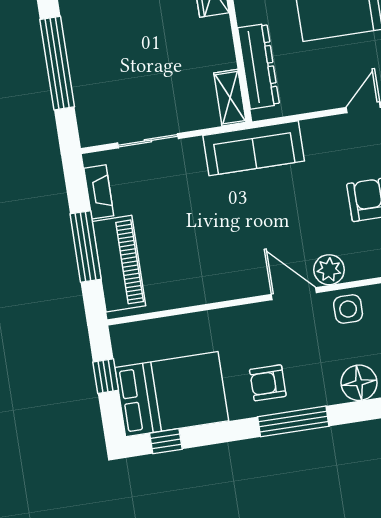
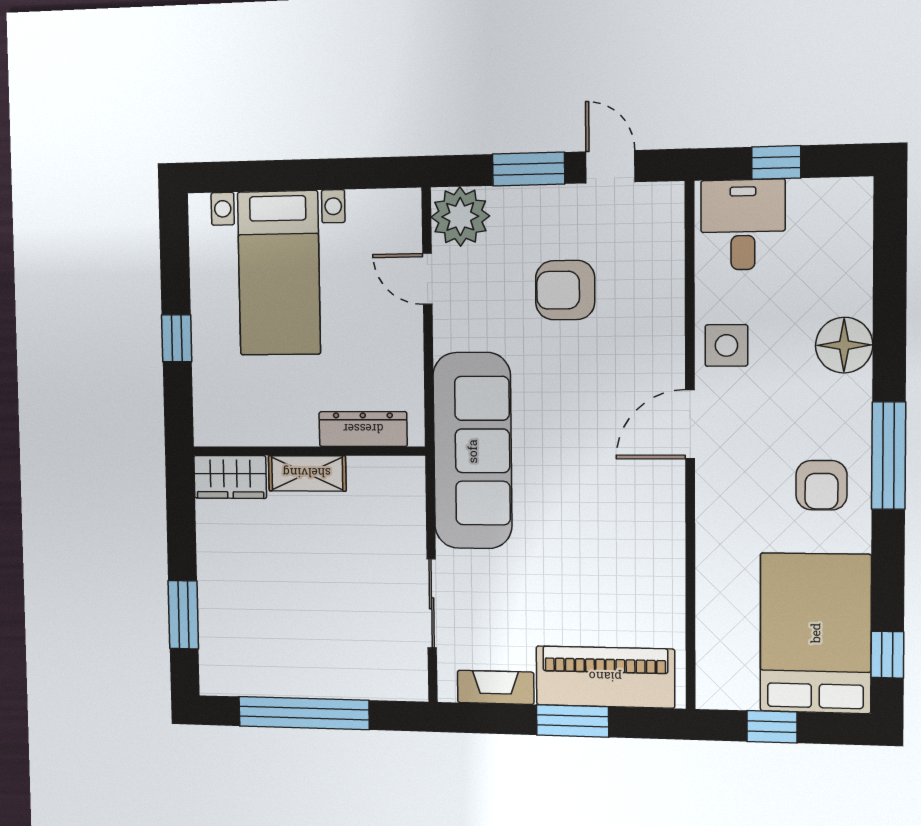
dresser: (259, 66) -> (363, 429), width x0.73, depth x0.80
shelving: (230, 98) -> (307, 473), moved
sofa: (254, 148) -> (472, 451), width x1.36, depth x1.27
window: (86, 246) -> (573, 721), width x0.69
plant: (329, 270) -> (662, 366), removed

